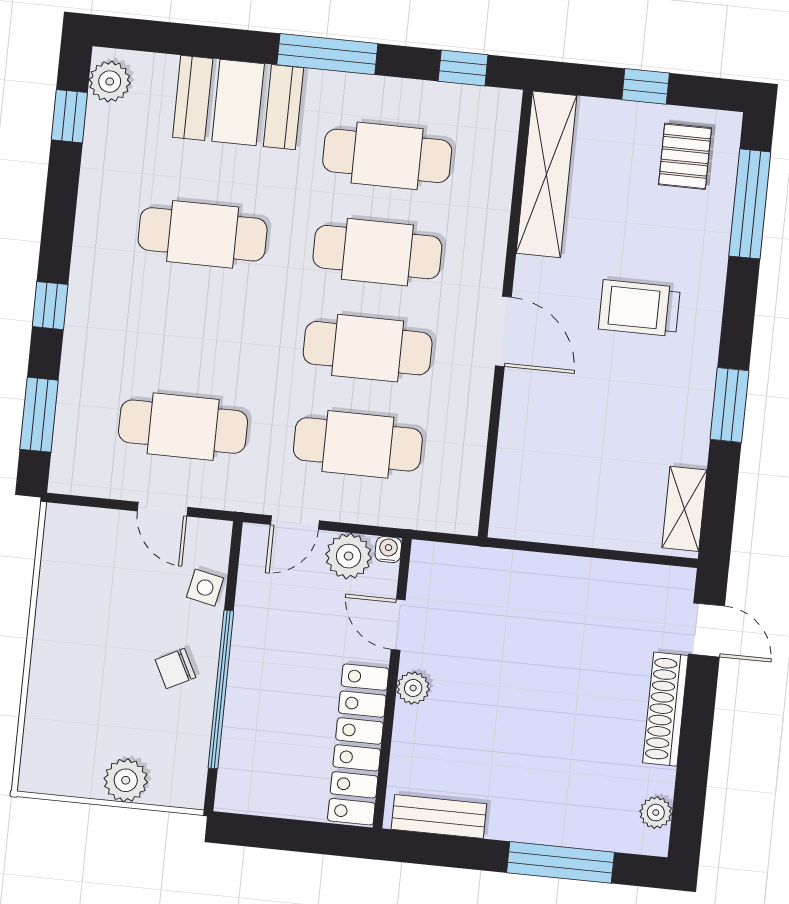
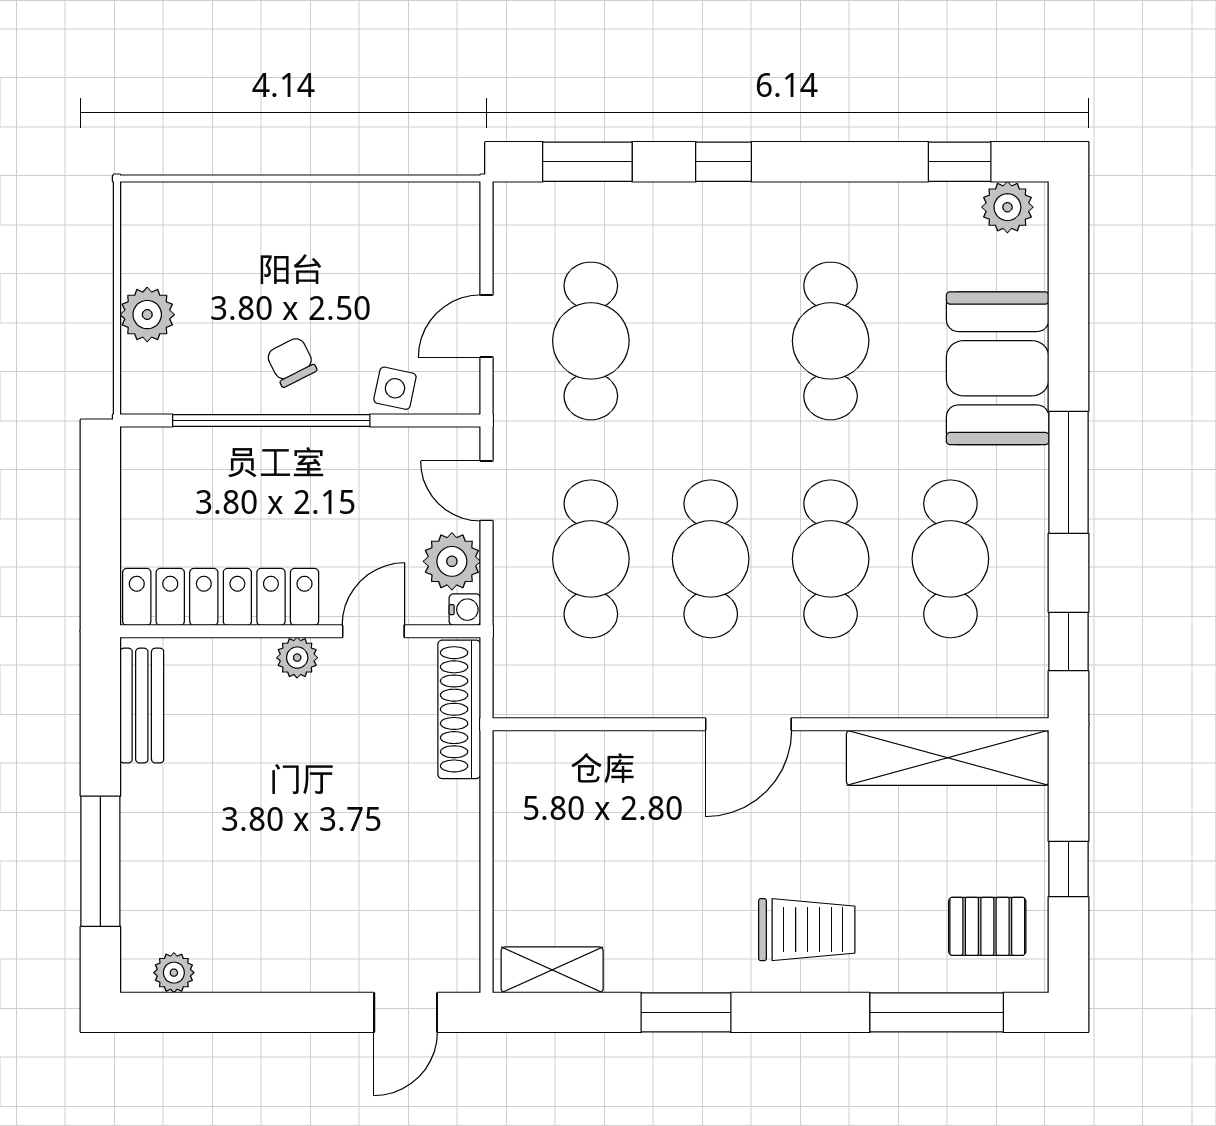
trolley: (639, 308) -> (807, 930), moved, turned 90
shoe rack: (665, 709) -> (459, 709), moved, turned -90

